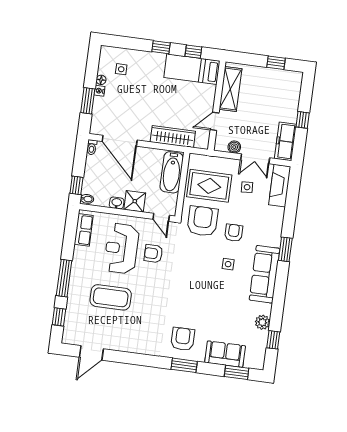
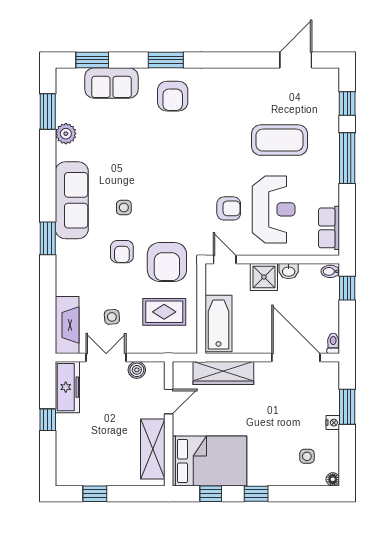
bed: (192, 69) -> (210, 461), width x1.50
floor lamp: (101, 80) -> (333, 479), moved
rug: (209, 186) -> (164, 312), width x0.73, depth x0.70
window: (273, 340) -> (48, 111), width x1.50

